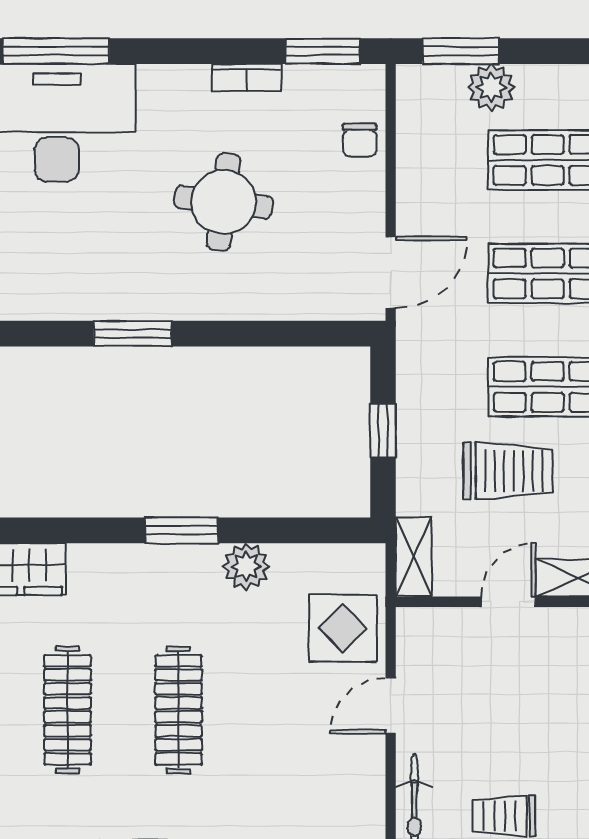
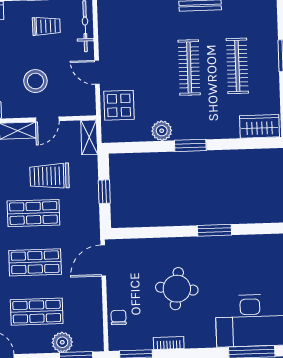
stool: (533, 690) -> (35, 81), added
door: (391, 706) -> (97, 72), swing flipped

